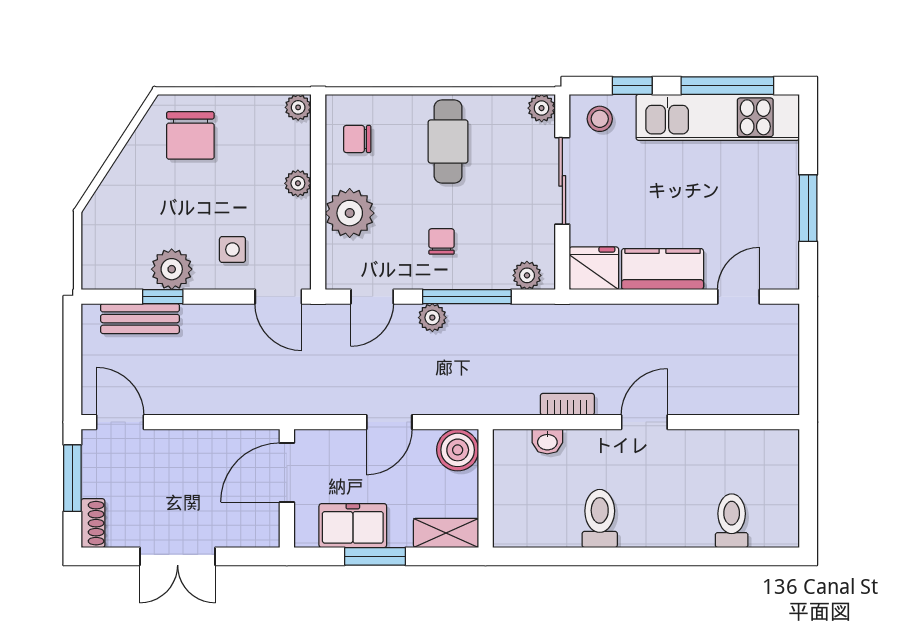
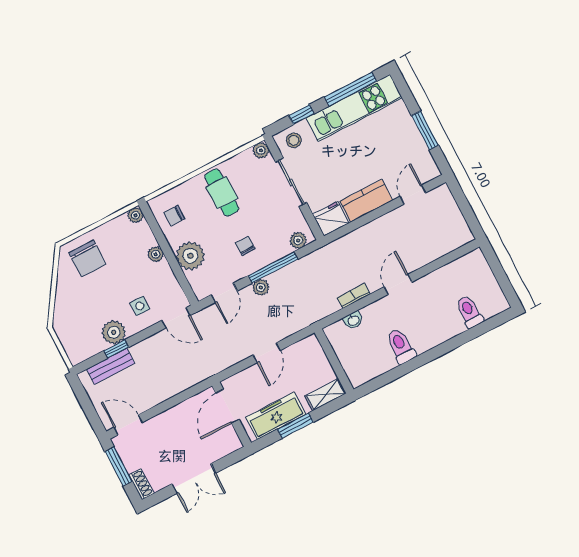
boiler: (458, 450) -> (309, 349), removed
freezer: (353, 526) -> (276, 416), width x1.40

